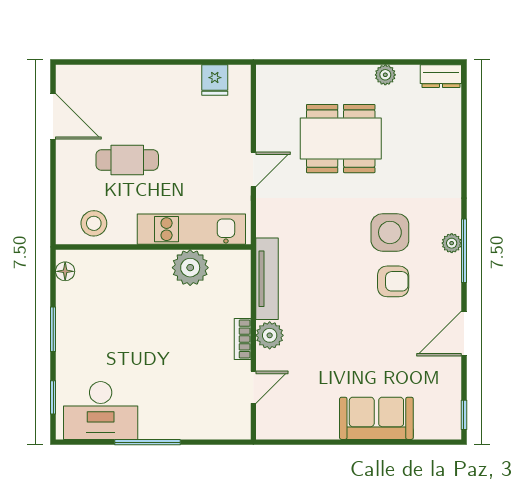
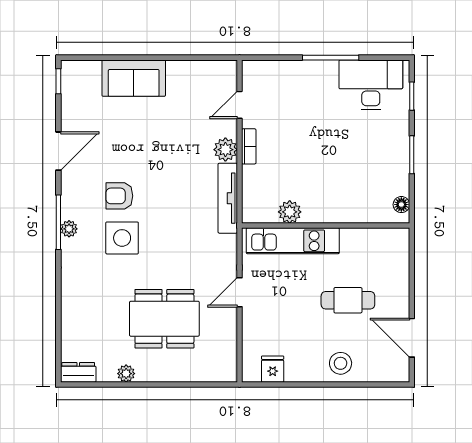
stool: (94, 223) -> (341, 363), moved
plant: (190, 268) -> (290, 212), width x0.73, depth x0.73

